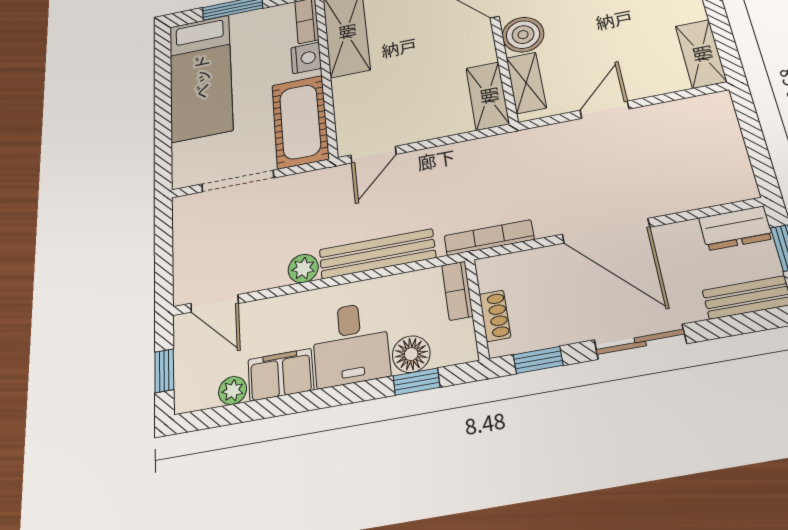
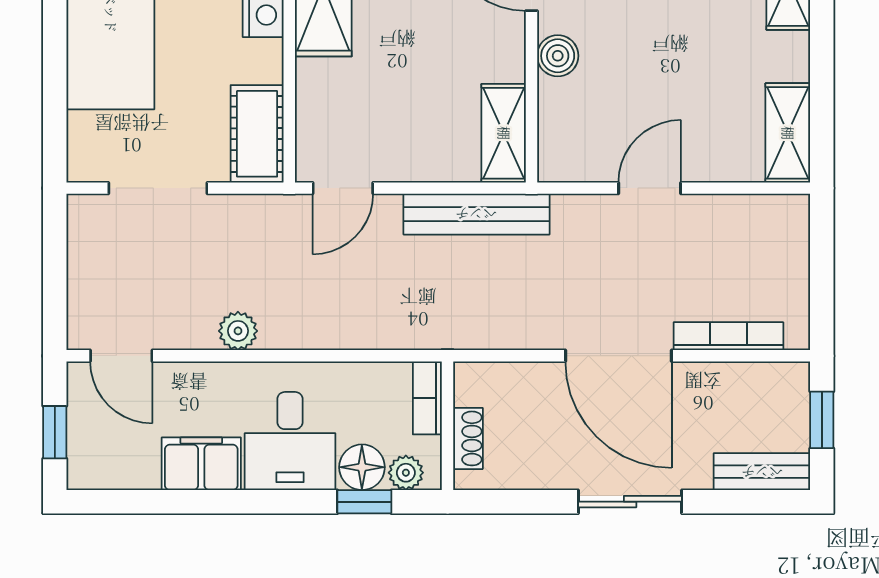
boiler: (523, 35) -> (558, 56), width x0.73, depth x0.73
shelving: (526, 83) -> (557, 125), removed
cot: (300, 122) -> (257, 134), width x0.73, depth x0.75
dresser: (736, 228) -> (770, 384), removed
bookcase: (489, 238) -> (728, 336), moved
bench: (377, 254) -> (476, 214), moved
window: (538, 360) -> (510, 502), removed
plant: (233, 391) -> (406, 473), moved

